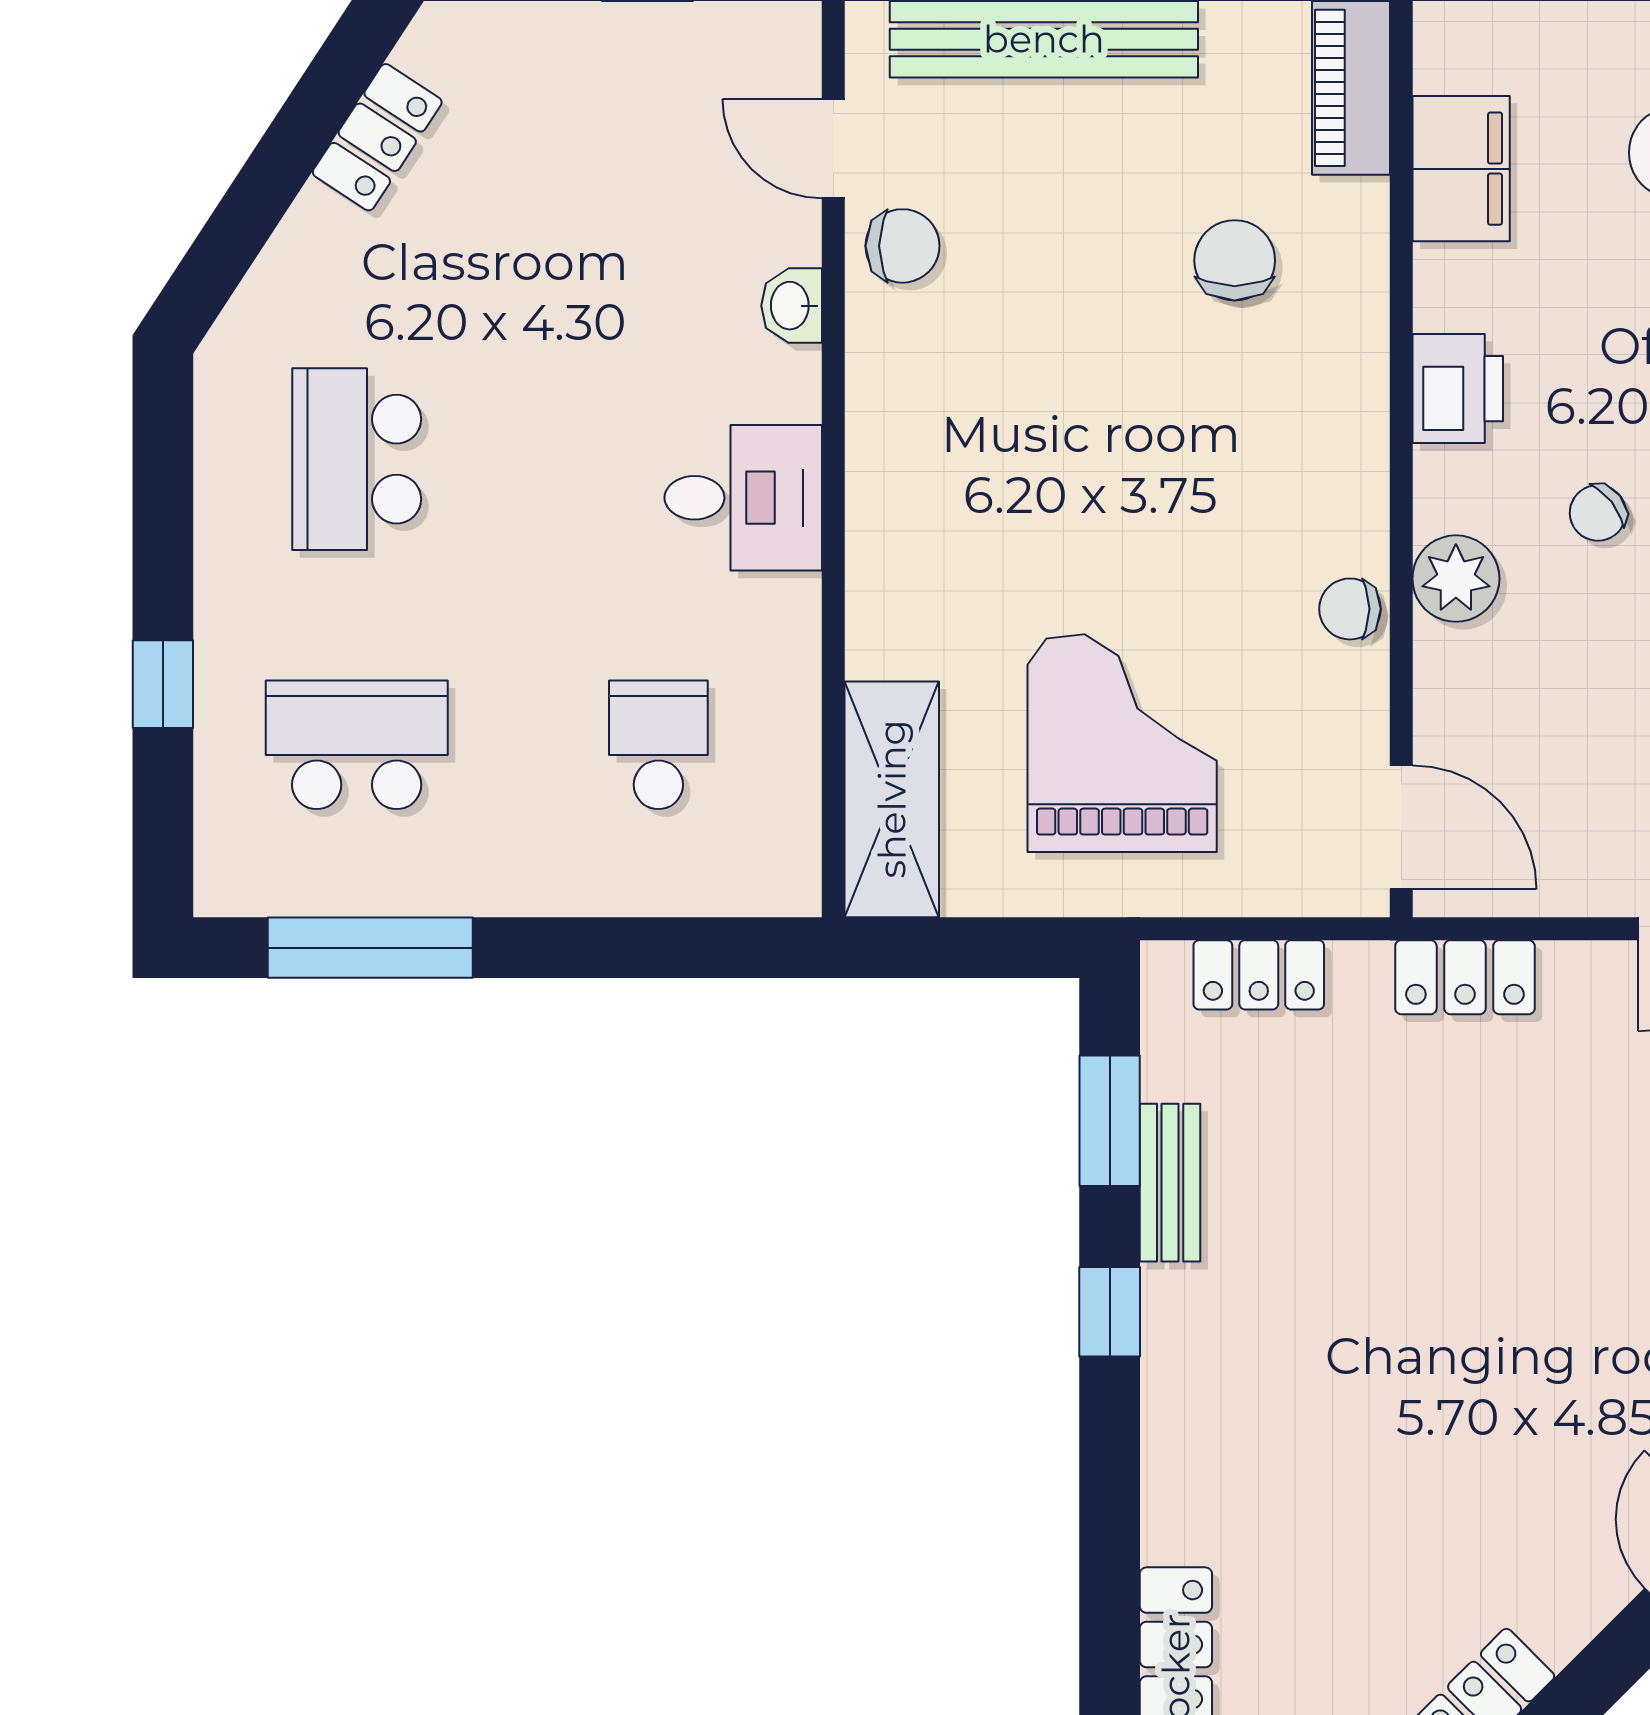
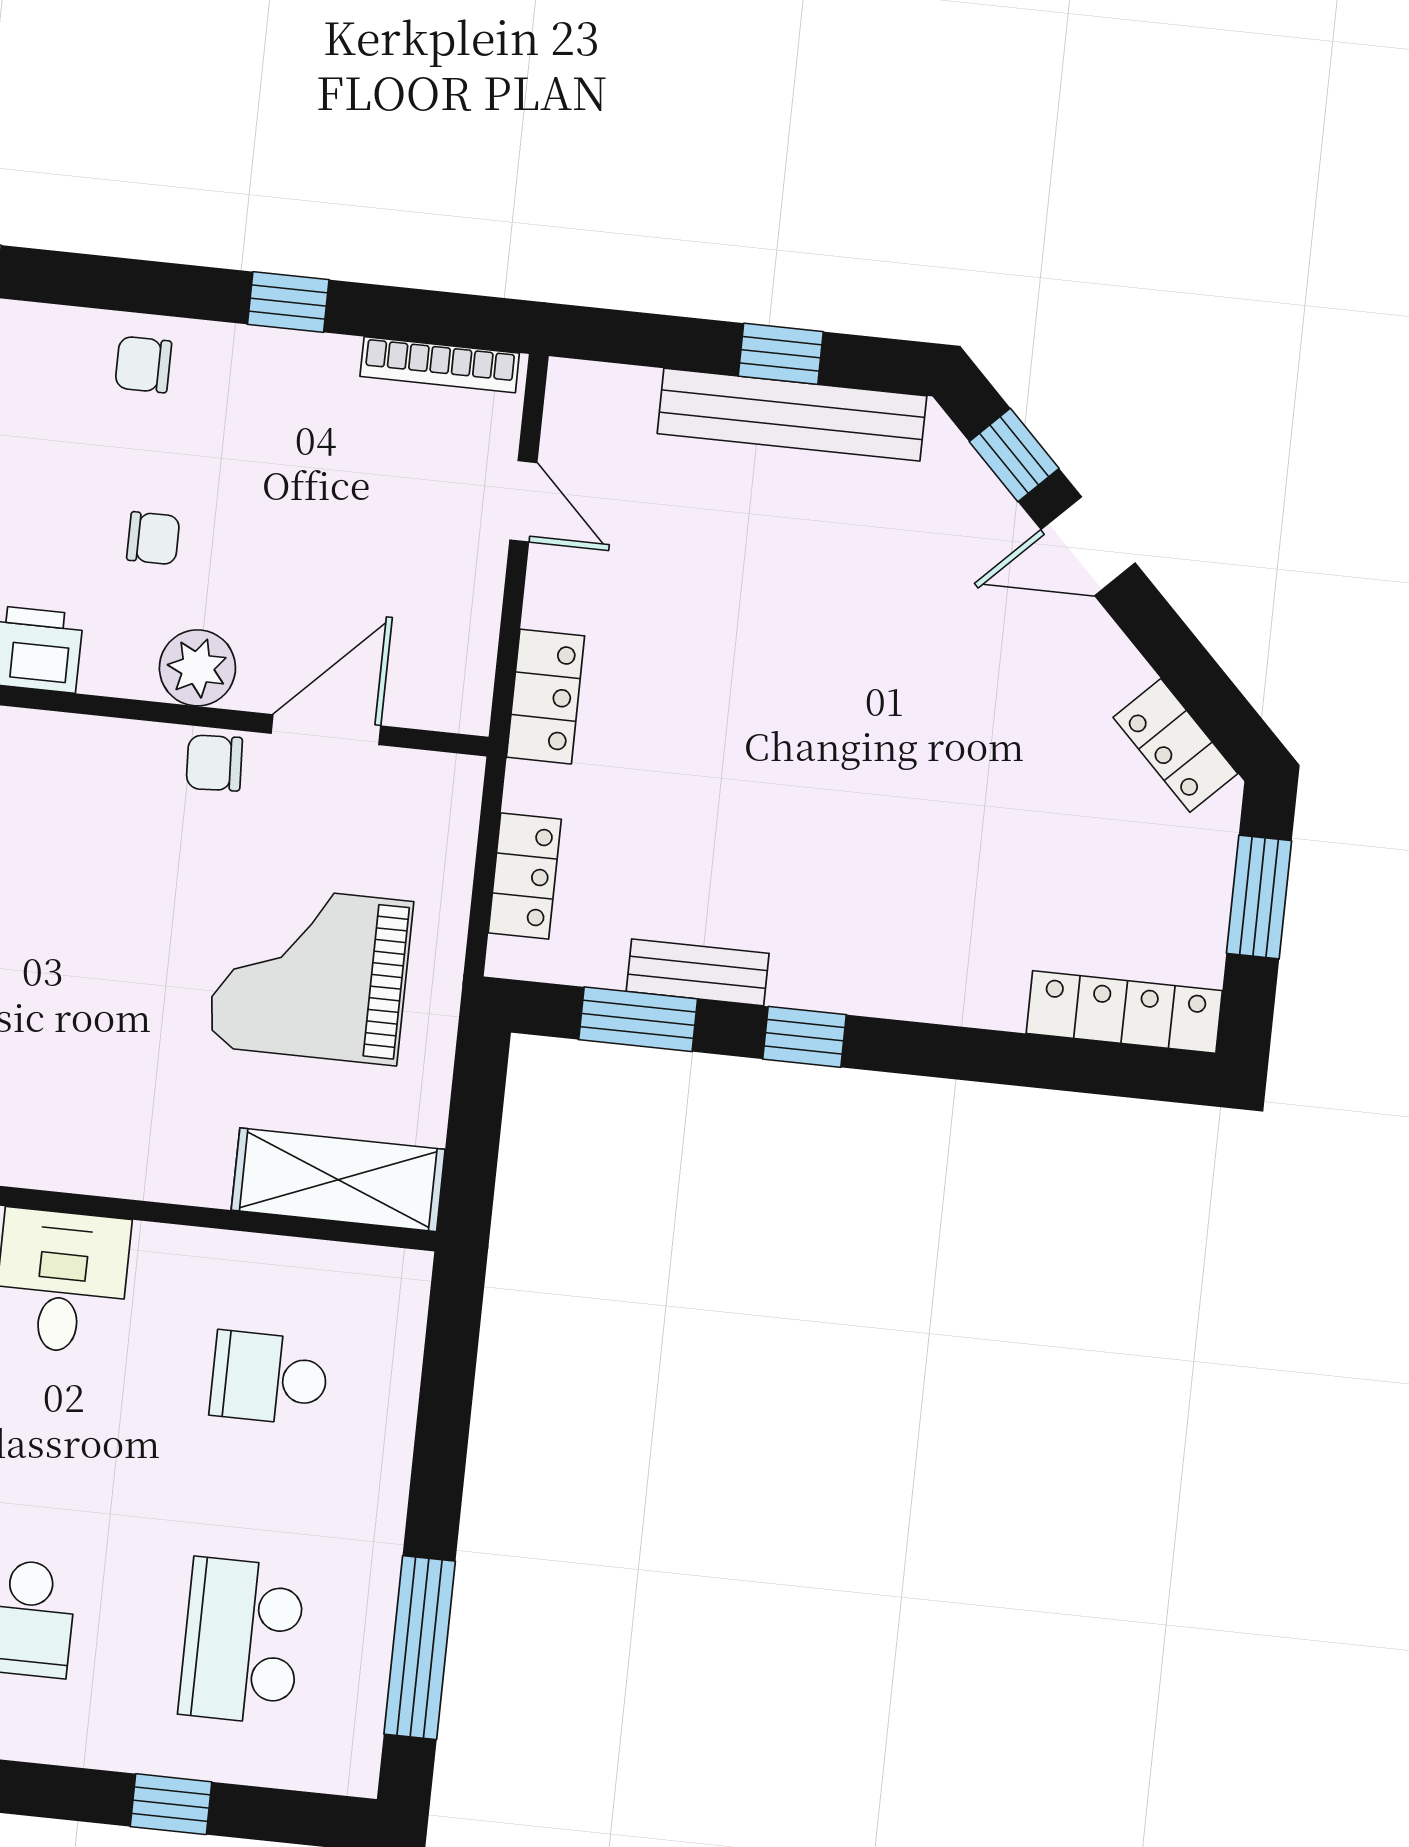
chair: (1598, 513) -> (153, 538), turned -52
chair: (1350, 609) -> (214, 763), turned 87
door: (1401, 827) -> (326, 730), moved

